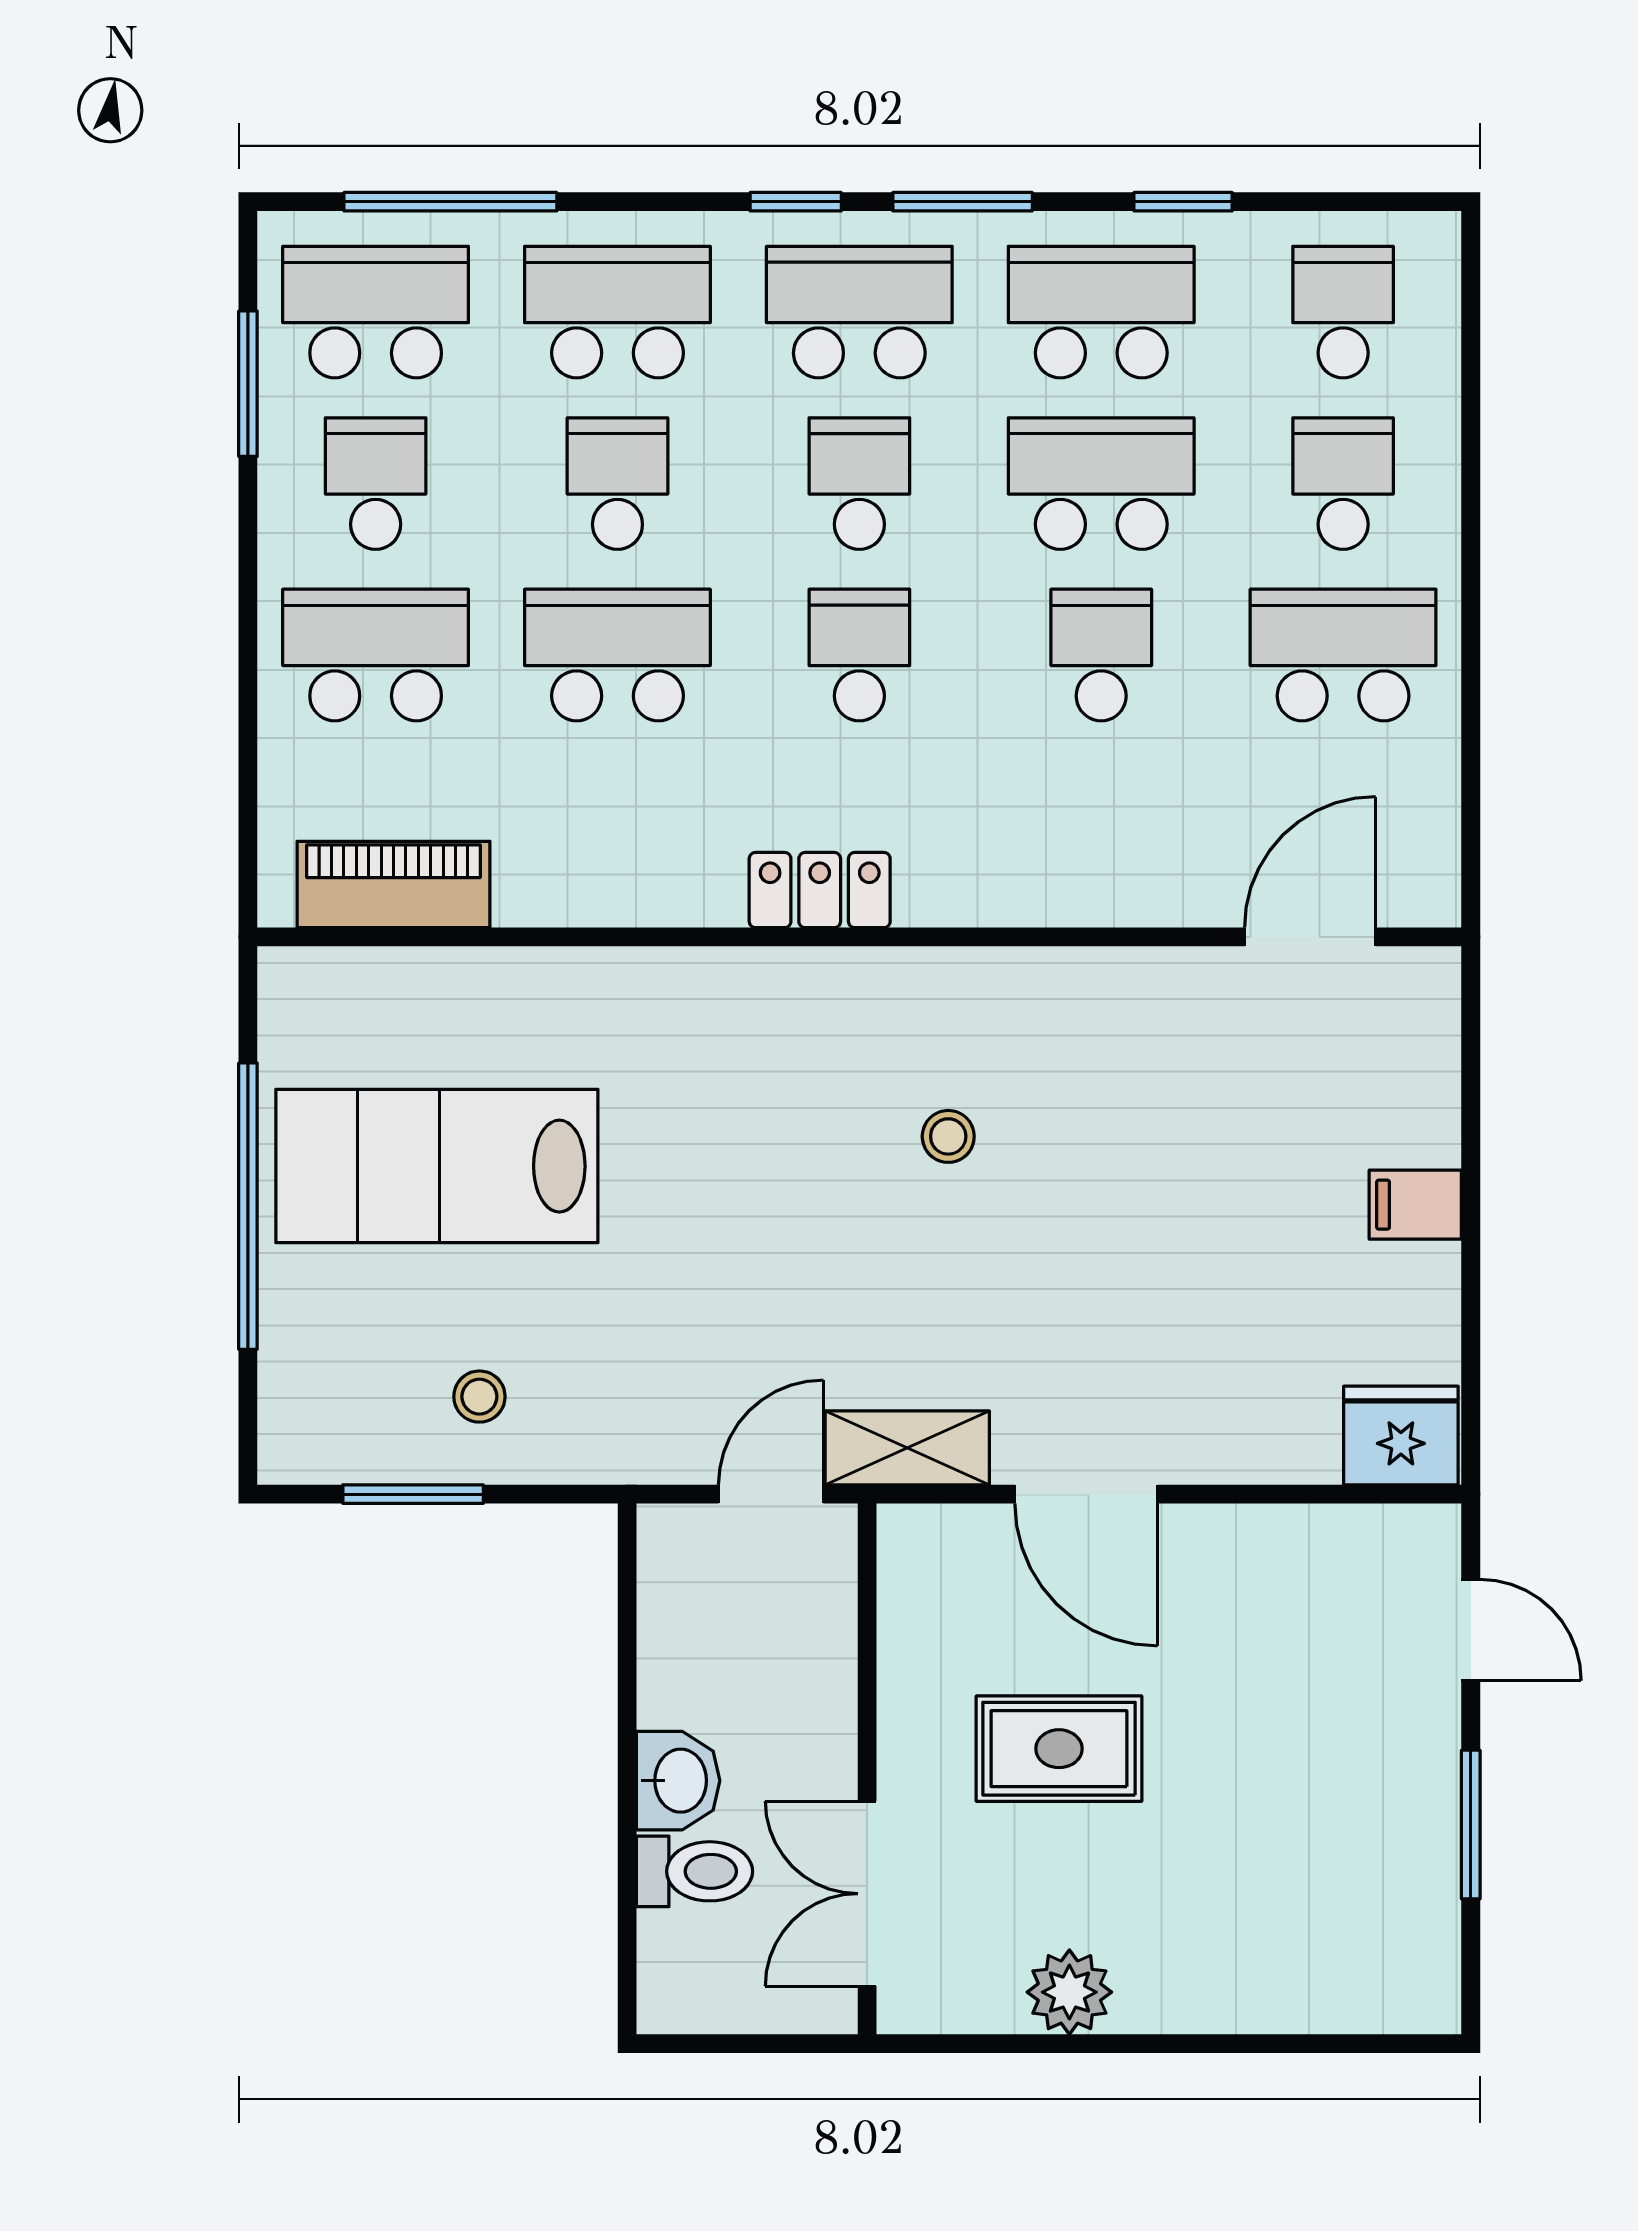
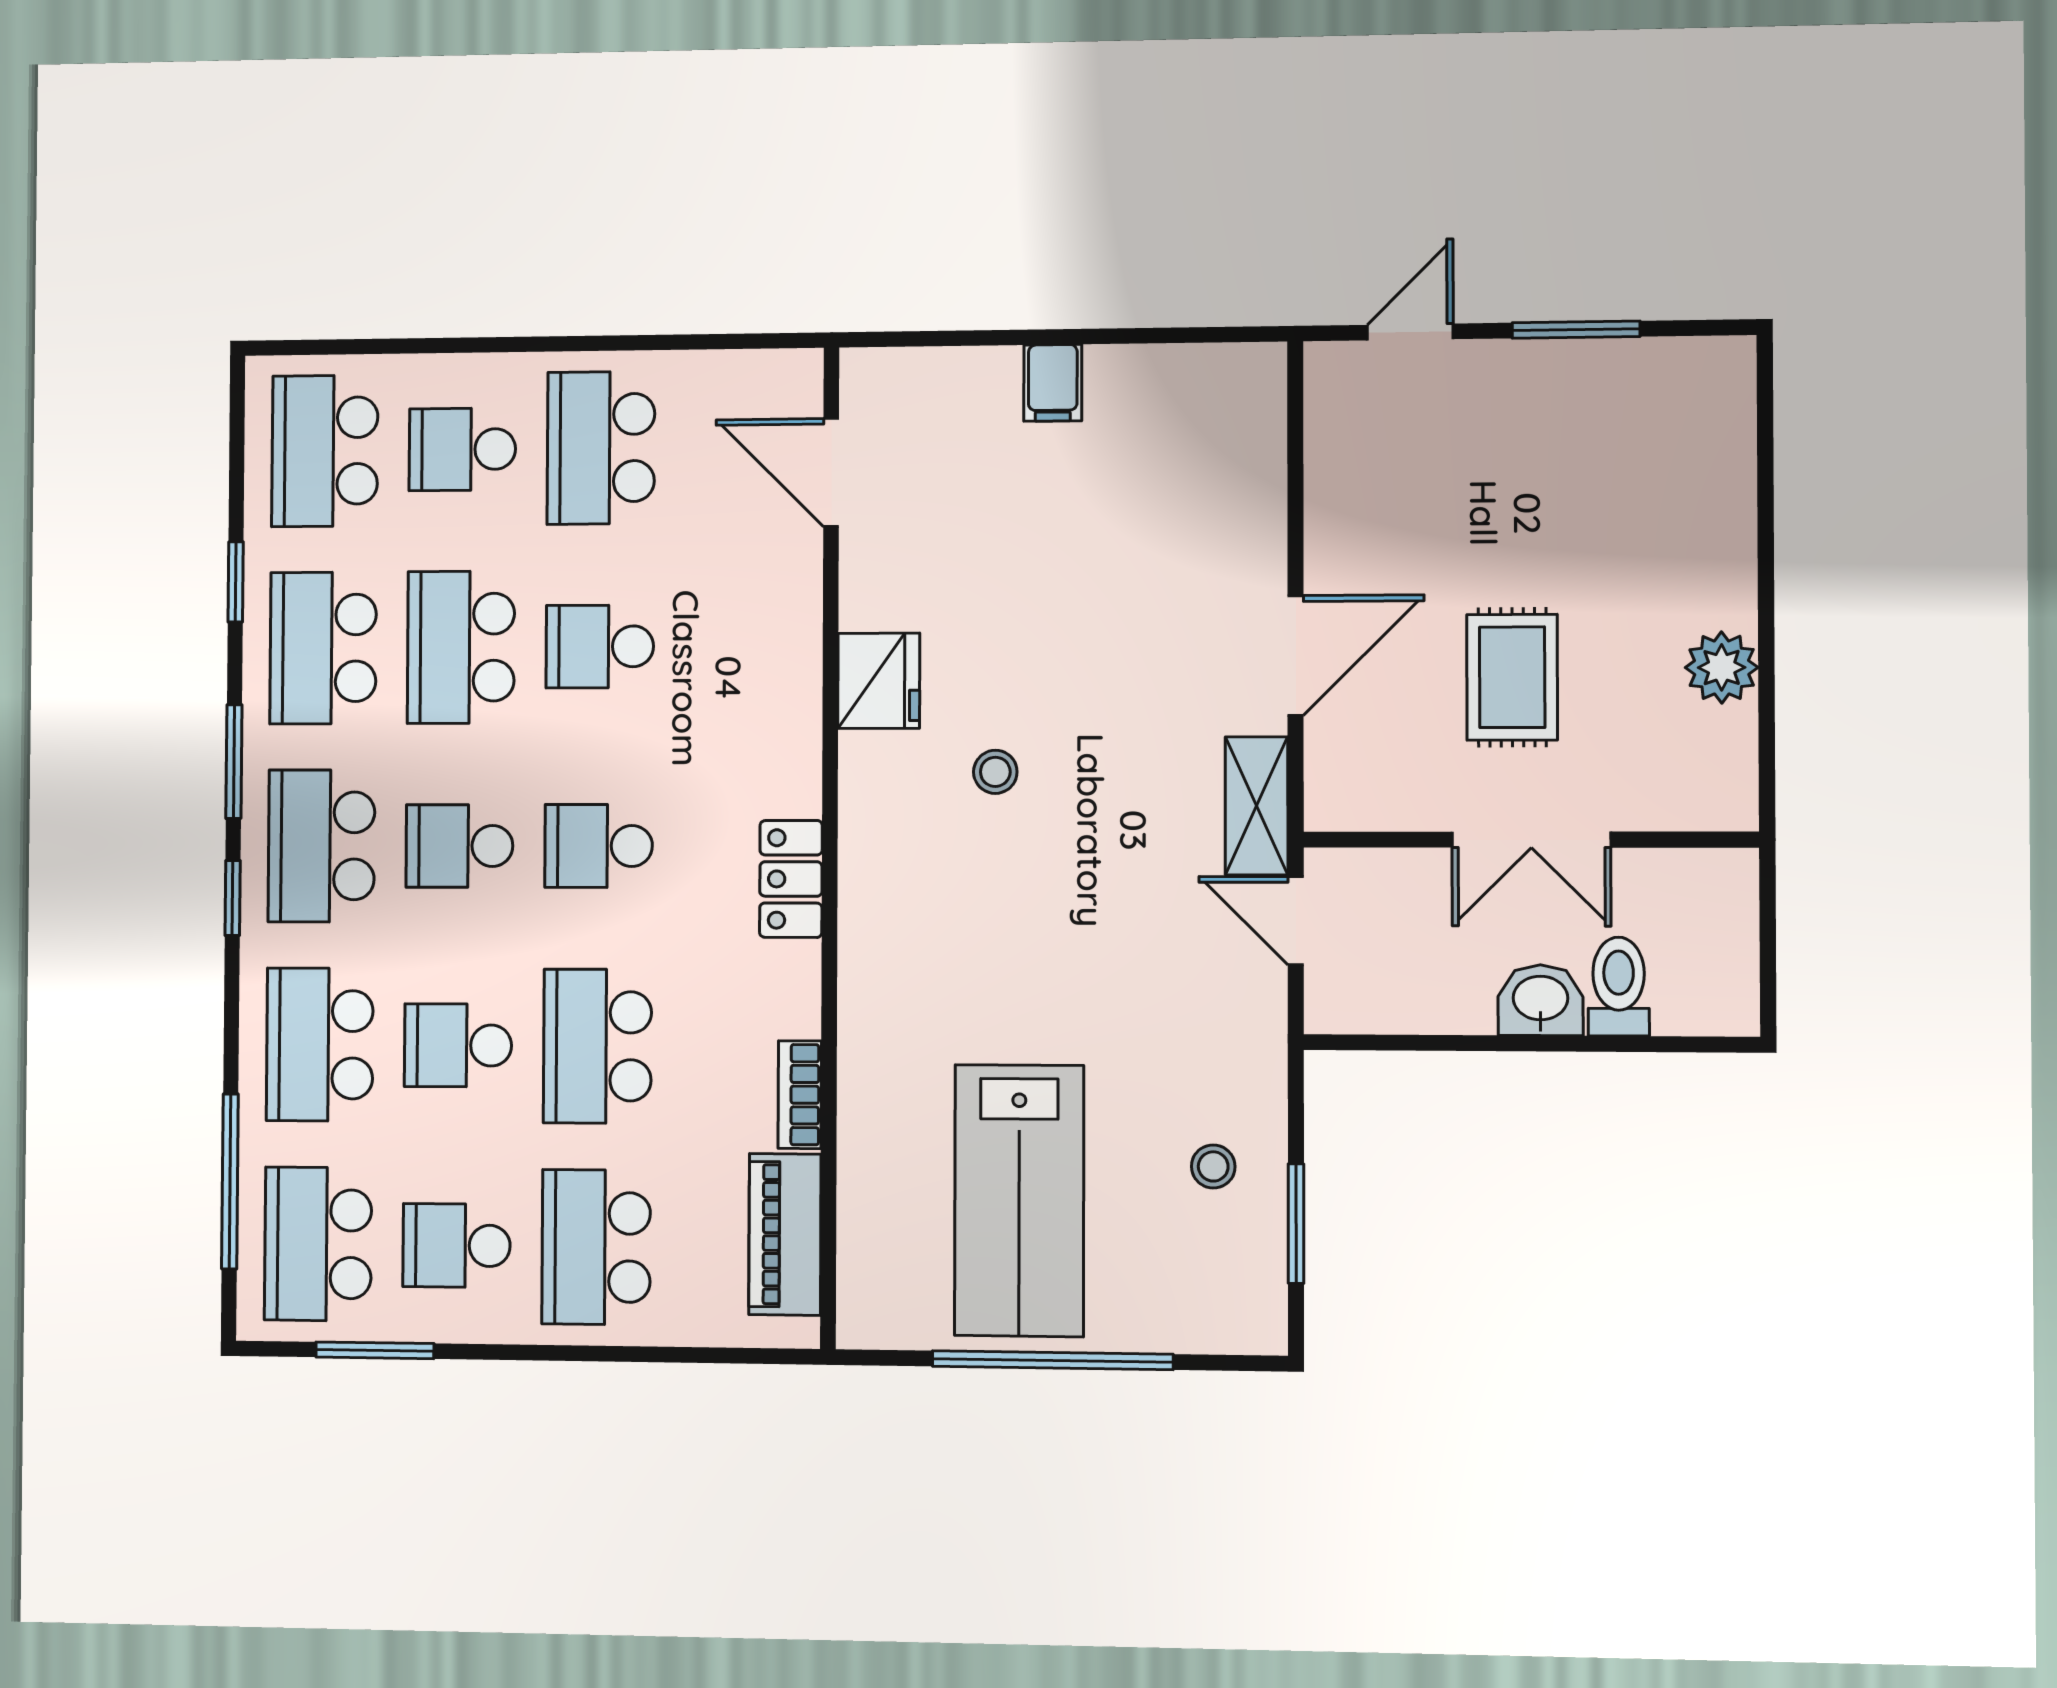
school desk: (1343, 312) -> (325, 451), width x1.85
bookcase: (561, 902) -> (800, 1095), added
fridge: (1401, 1435) -> (879, 681), moved, turned 180
double door: (867, 1894) -> (1531, 840), moved

